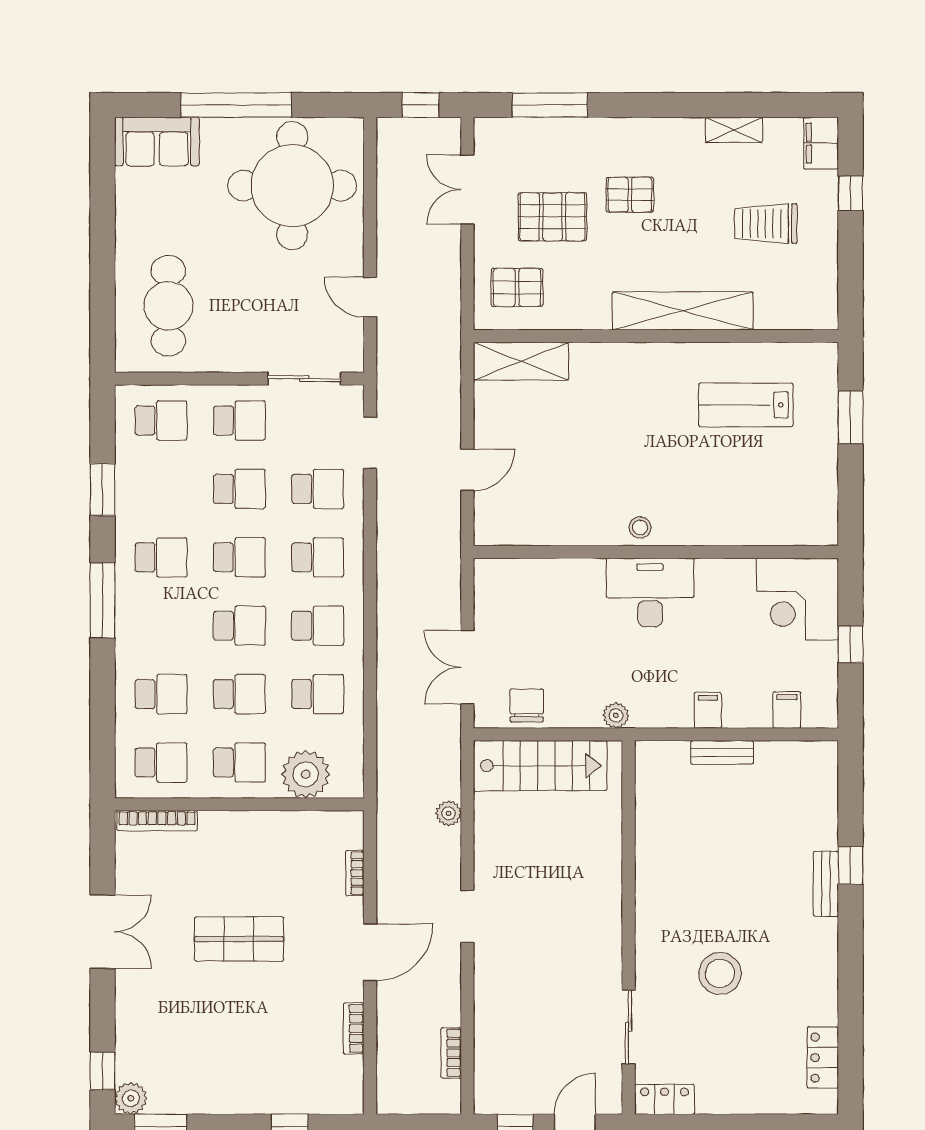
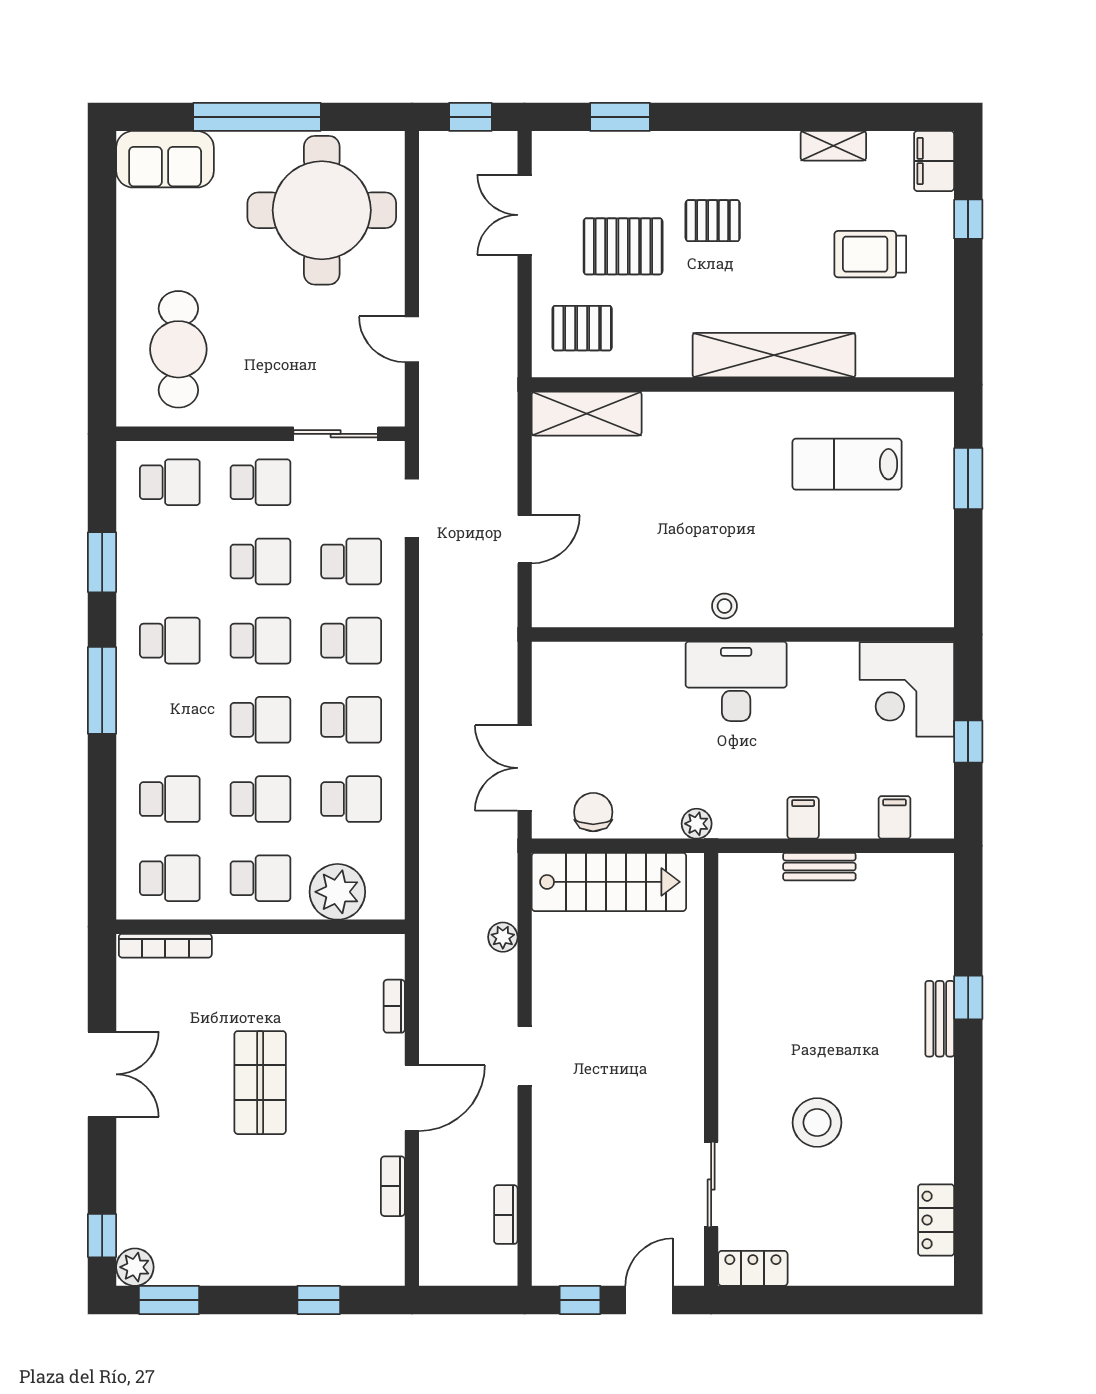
window: (550, 105) -> (620, 117), width x0.69
shop shelf: (239, 939) -> (260, 1083), turned 90

